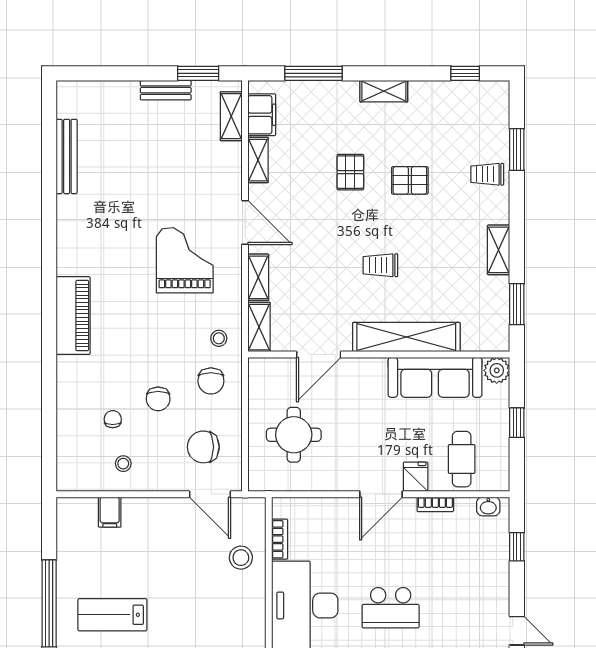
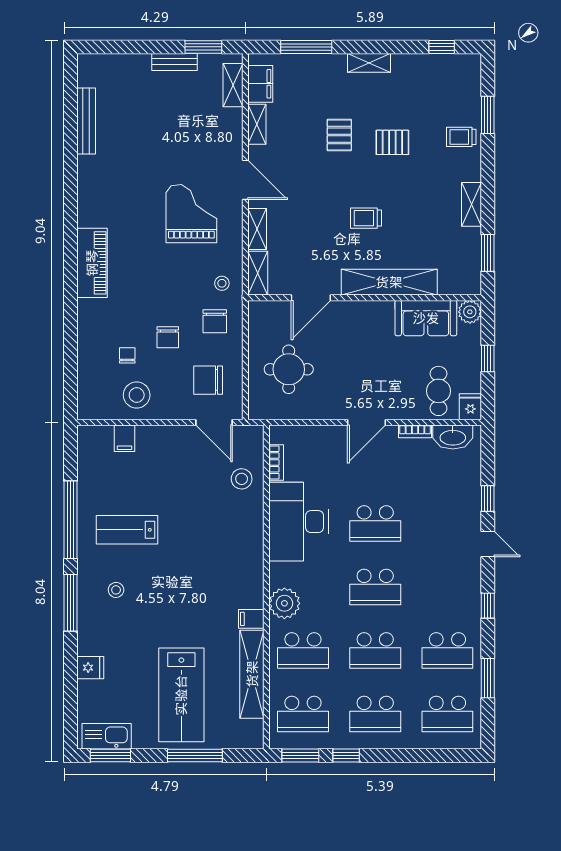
sofa: (435, 377) -> (426, 318), width x0.73
stool: (123, 464) -> (137, 395), width x1.89, depth x1.89
fridge: (416, 477) -> (470, 407), moved
washbasin: (488, 506) -> (453, 437), width x1.91, depth x1.45
window: (517, 547) -> (488, 499), moved

